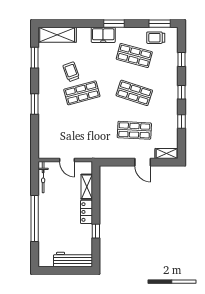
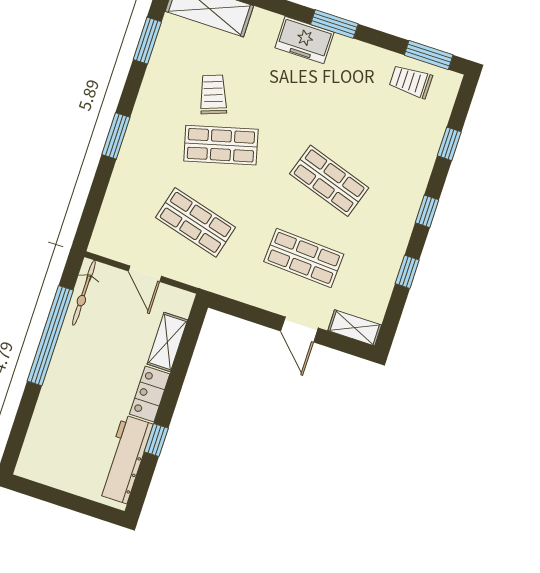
shop shelf: (134, 55) -> (196, 222), moved
window: (35, 219) -> (50, 336), moved
workbench: (73, 259) -> (125, 459), moved, turned -90

